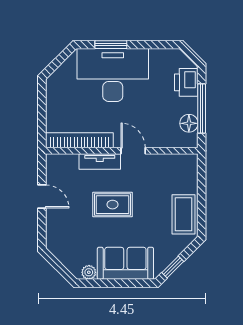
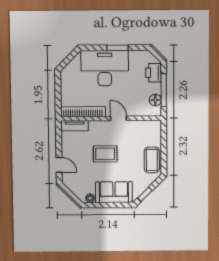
window: (111, 45) -> (117, 48), moved
tv unit: (100, 161) -> (75, 126), moved
door: (42, 196) -> (59, 165), moved

